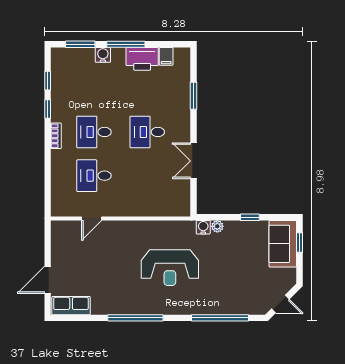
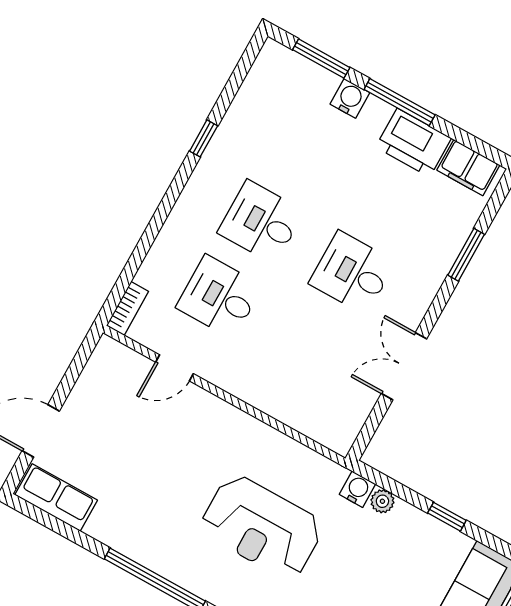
filing cabinet: (166, 56) -> (468, 168), width x2.00
window: (48, 81) -> (231, 90), removed
bookcase: (56, 136) -> (127, 308), moved

